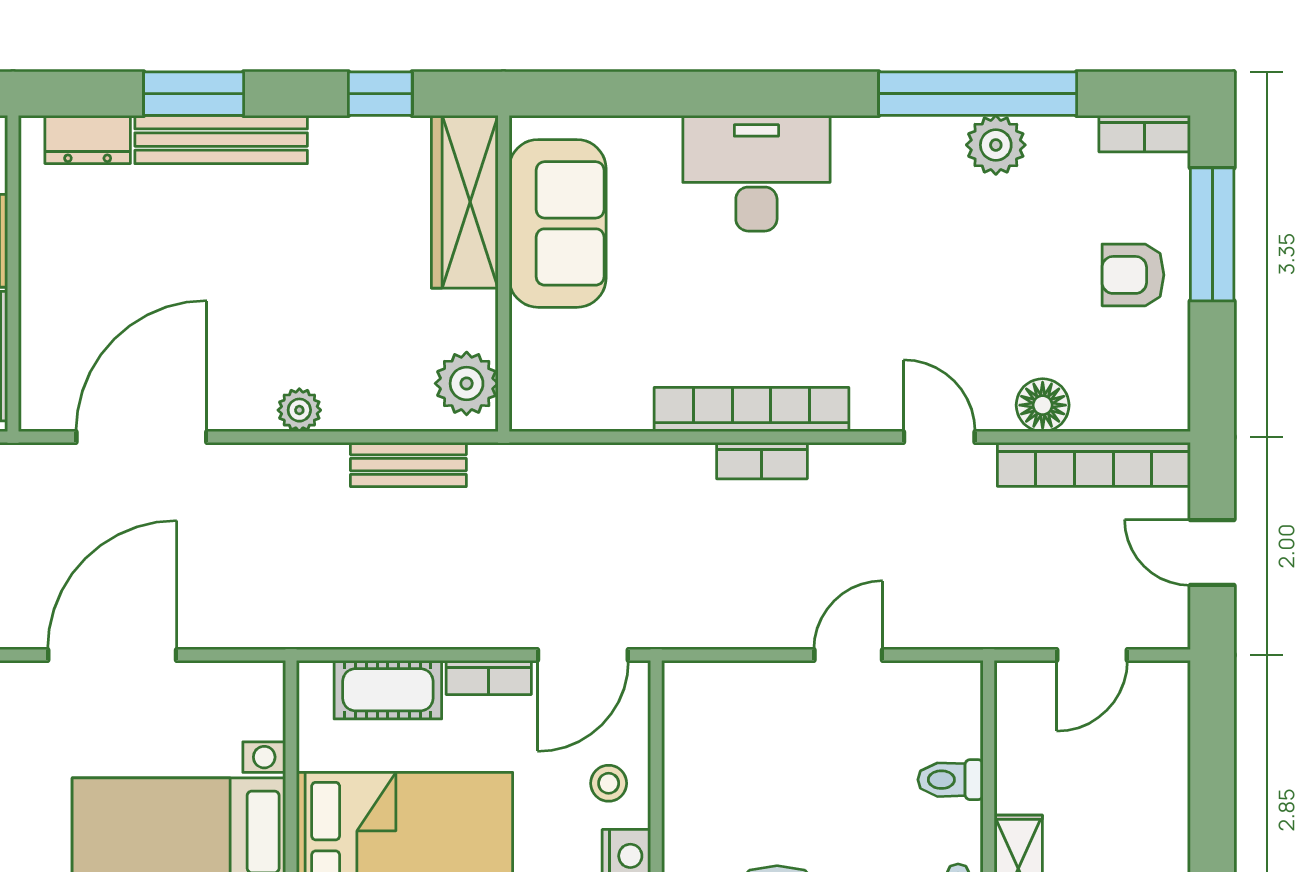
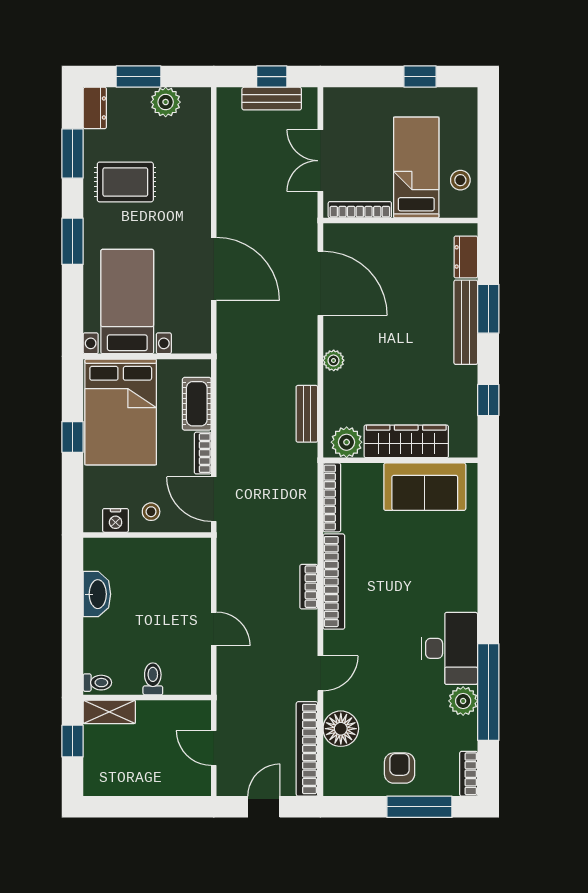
desk: (756, 173) -> (449, 648), moved
wardrobe: (465, 202) -> (406, 441), moved
floor lamp: (1043, 405) -> (341, 729), width x1.38, depth x1.38
bookcase: (579, 414) -> (332, 497), added

